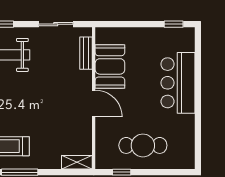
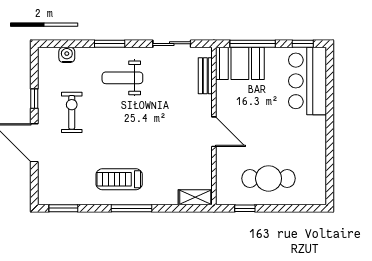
window: (129, 24) -> (253, 44), added
booth: (110, 66) -> (240, 63), moved, turned 90
bar counter: (178, 83) -> (308, 81), moved

